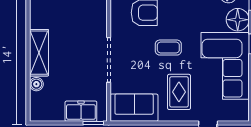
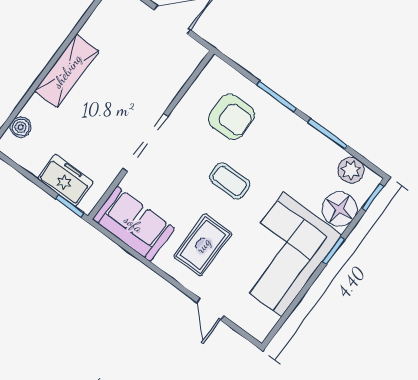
boiler: (36, 84) -> (21, 127), moved

